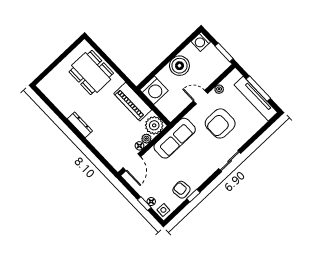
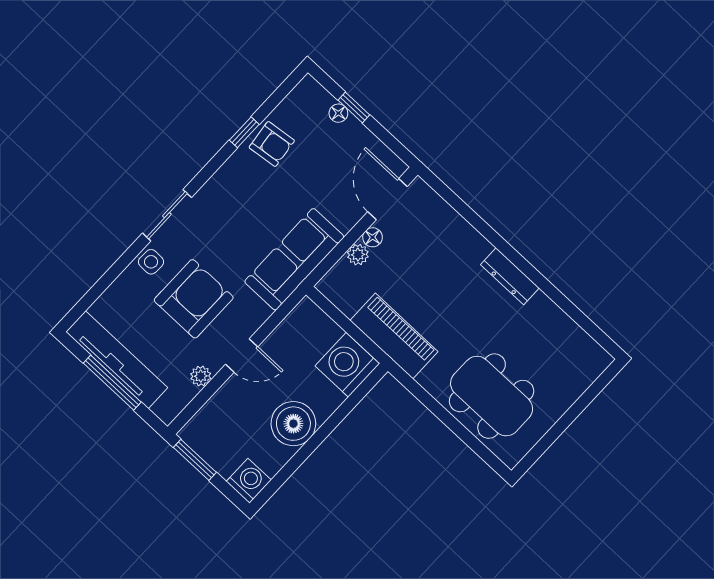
plant: (154, 125) -> (342, 285), removed
side table: (163, 210) -> (151, 262), moved

